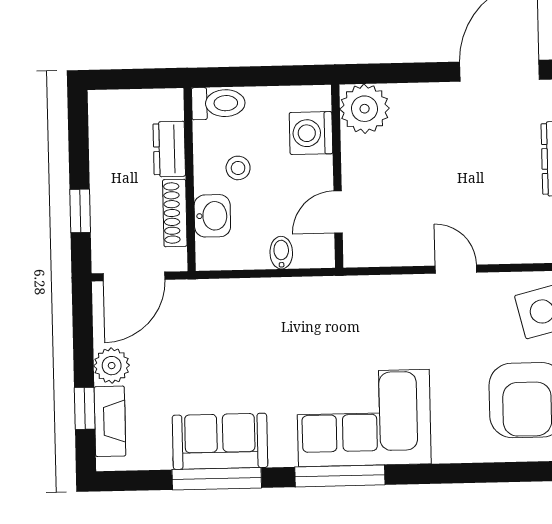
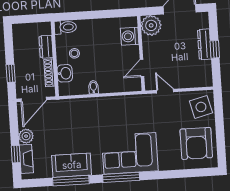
plant: (365, 109) -> (151, 25), moved
washing machine: (311, 133) -> (130, 36), moved
wall: (337, 176) -> (141, 53), moved
door: (338, 212) -> (142, 68), moved

